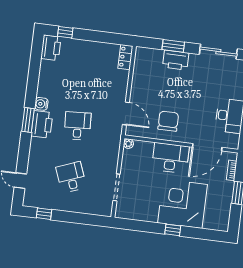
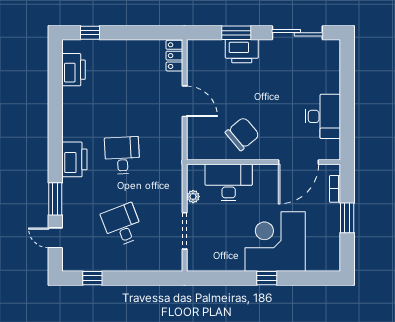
printer: (51, 48) -> (74, 70), moved
water cooler: (41, 104) -> (70, 132), removed
door: (126, 113) -> (185, 101), moved
window: (28, 120) -> (55, 199), moved
chair: (168, 121) -> (242, 134), turned 50
plant: (128, 144) -> (193, 197), moved
desk: (170, 158) -> (229, 182), moved

